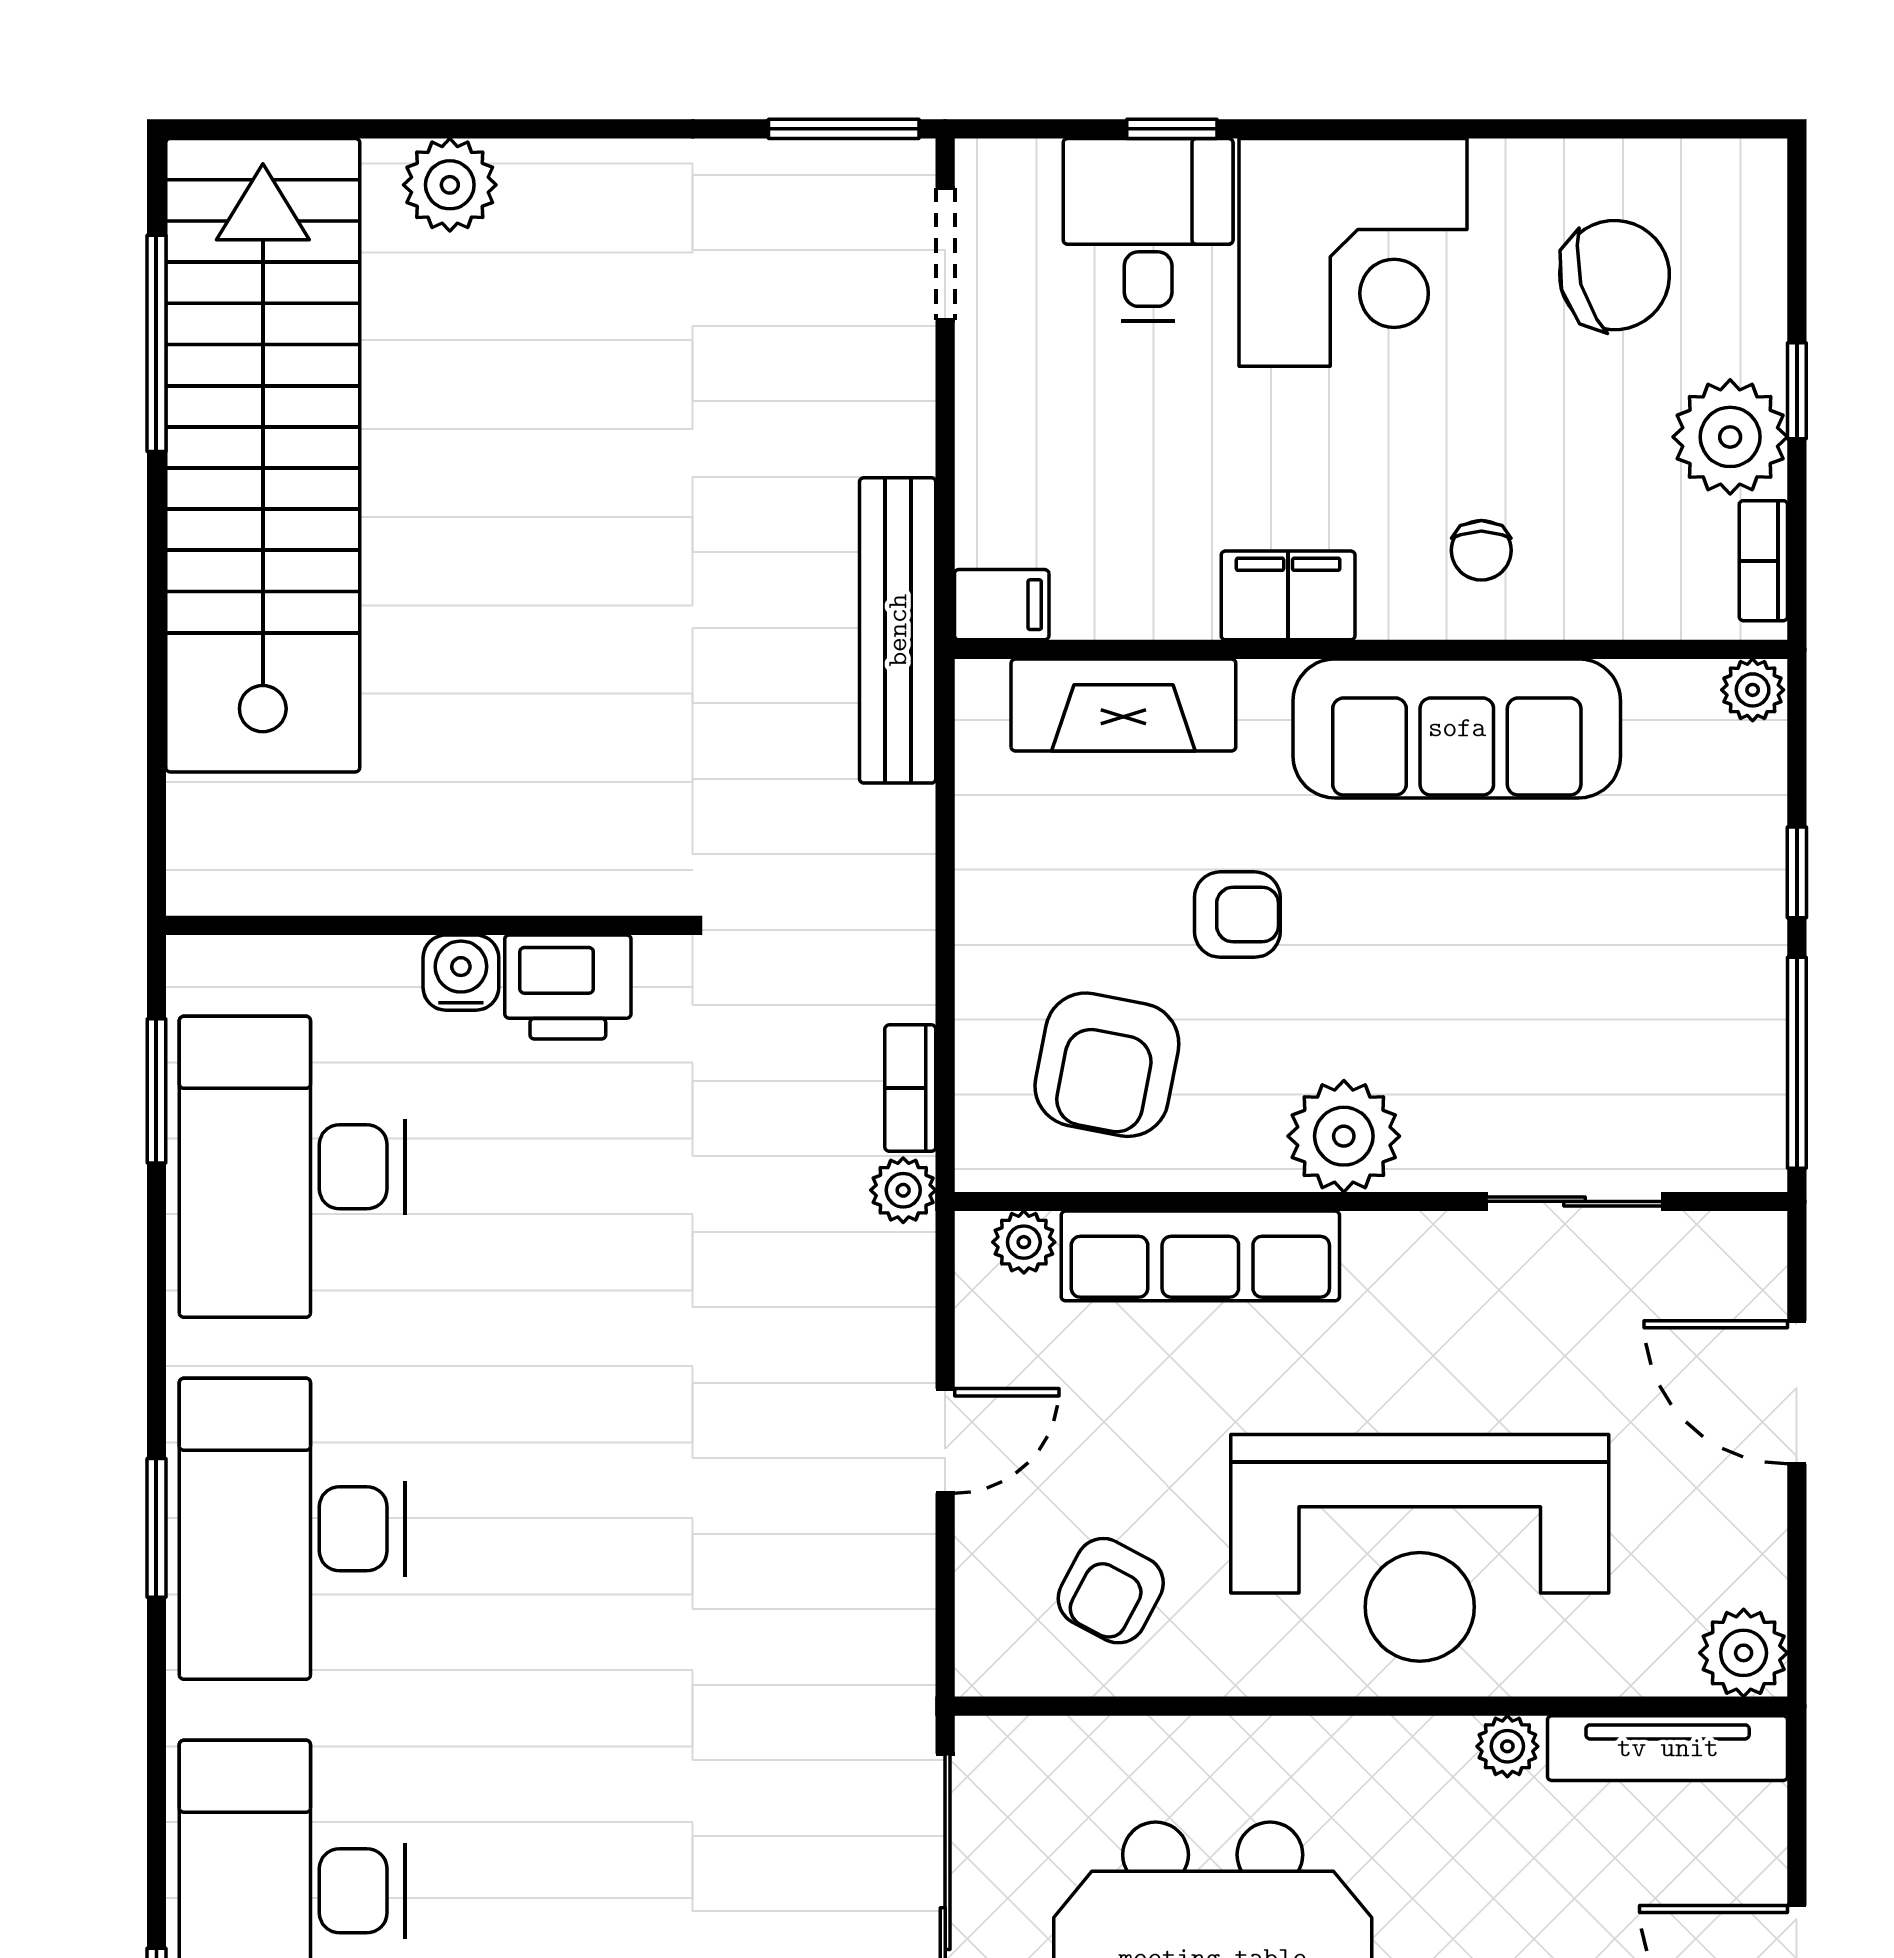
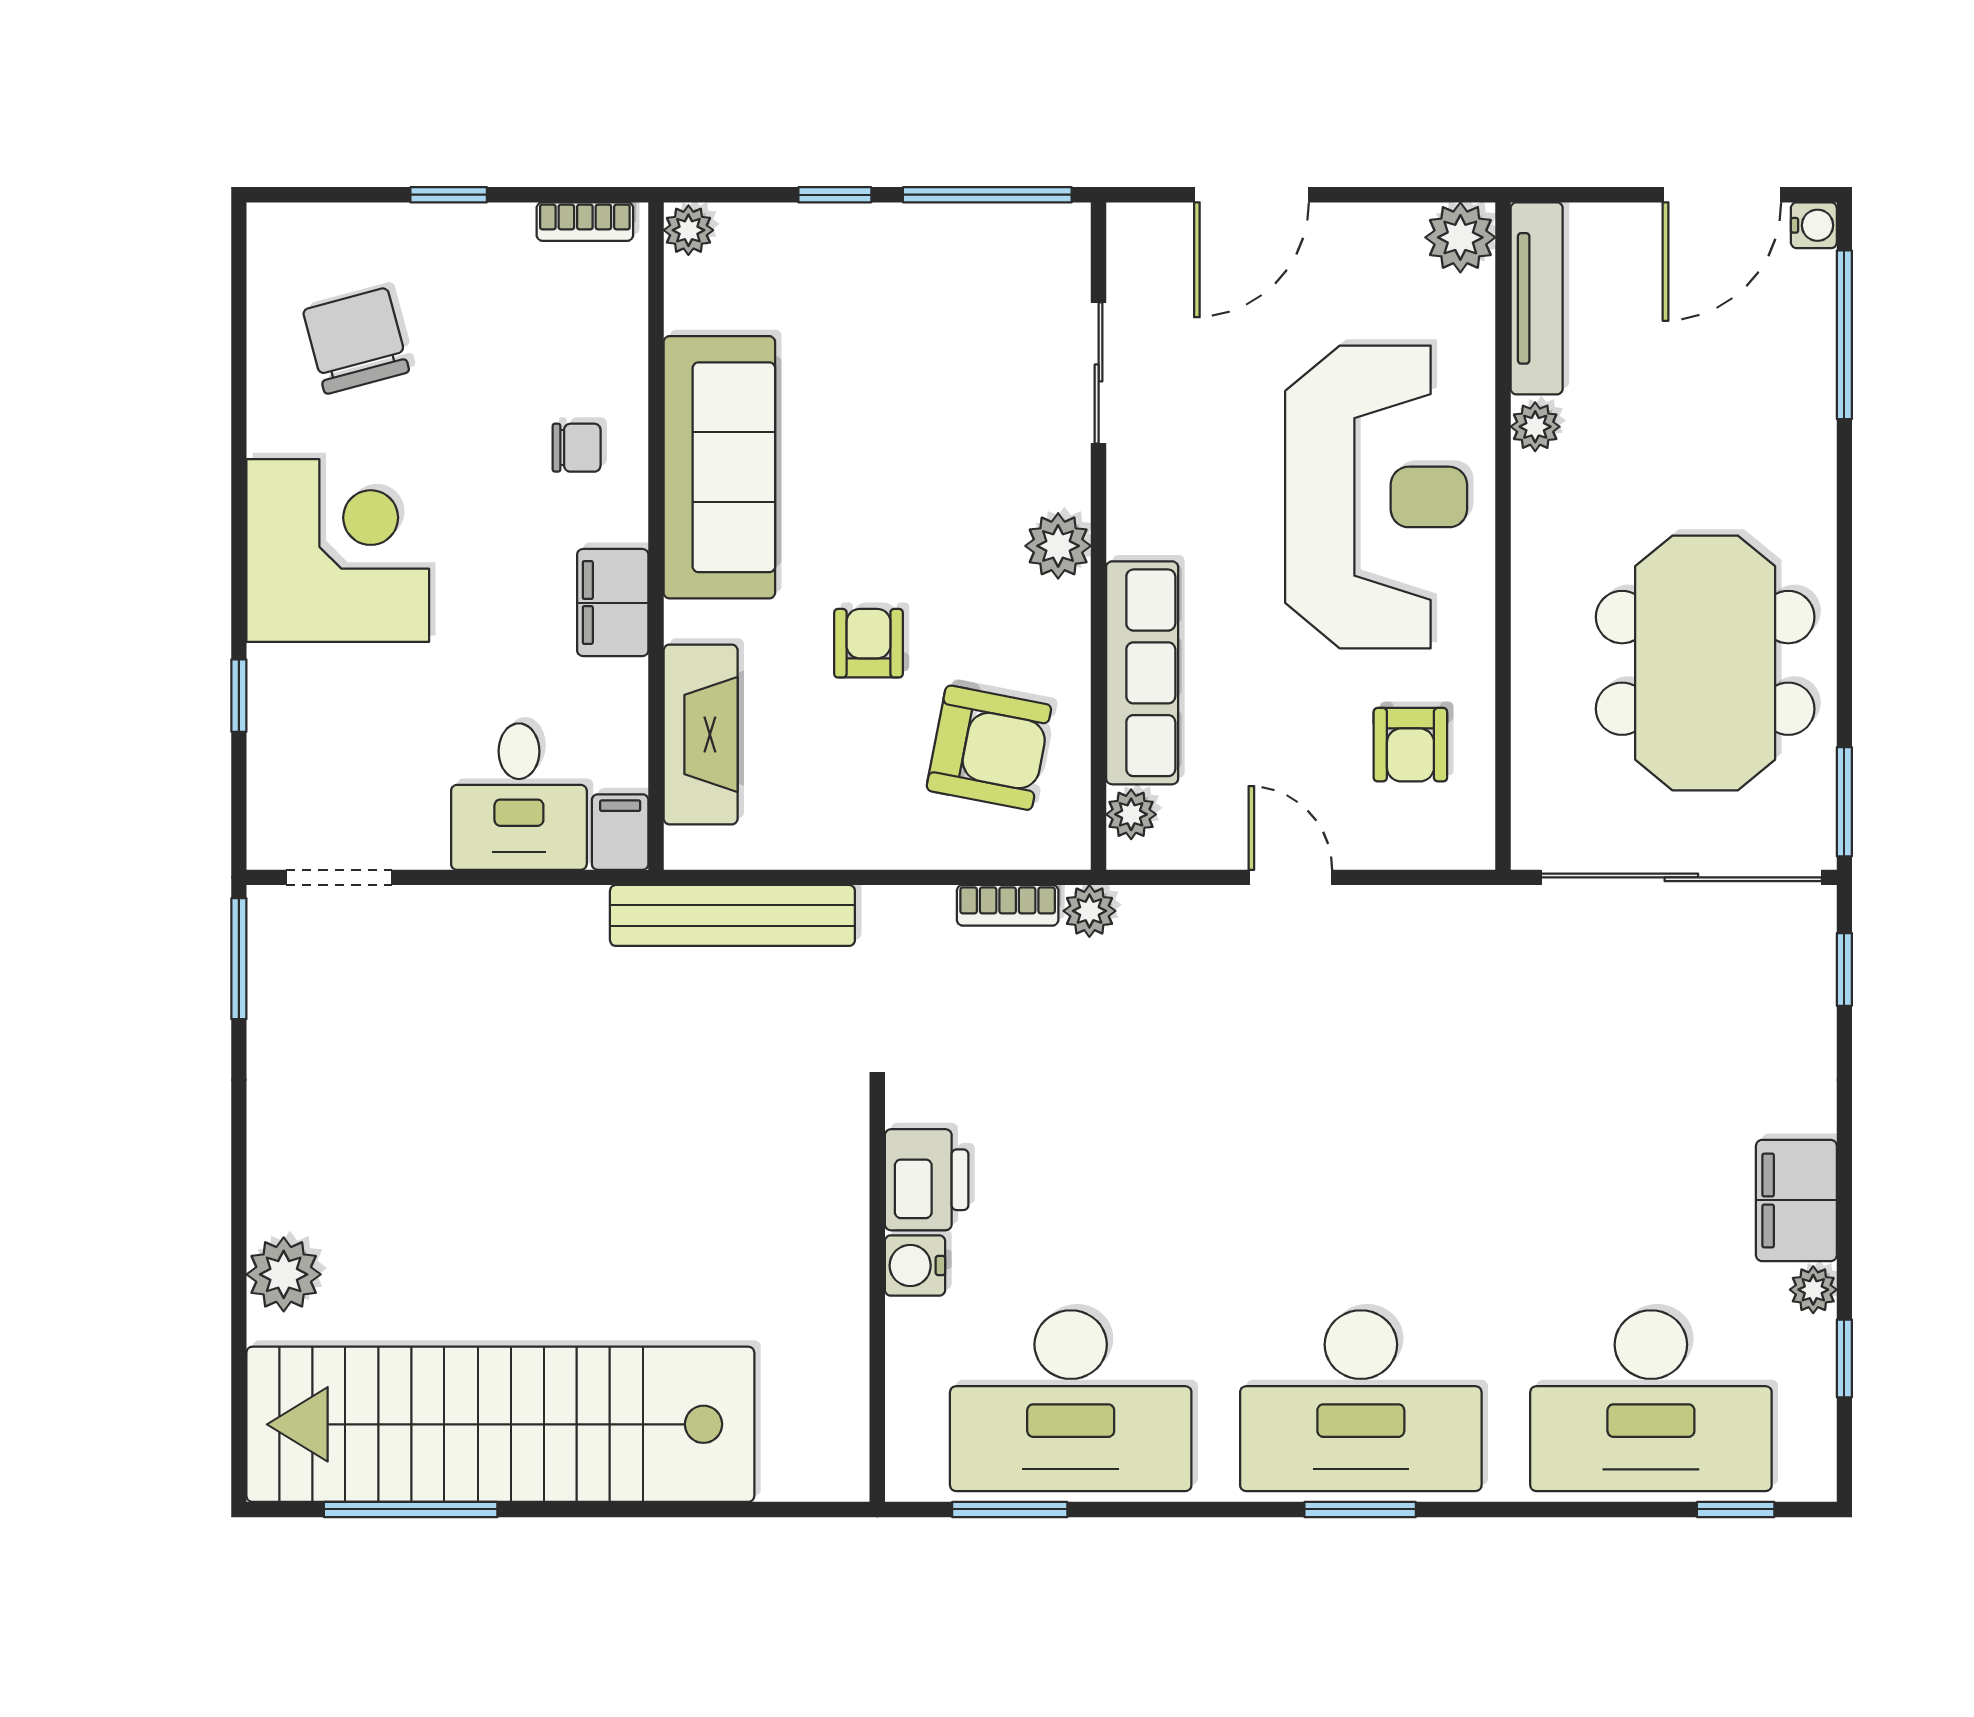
desk: (1148, 230) -> (519, 797), moved, turned -90
plant: (1730, 437) -> (486, 248), removed
bench: (898, 630) -> (732, 915), moved
plant: (1344, 1136) -> (1058, 546), width x0.73, depth x0.73
armchair: (1111, 1591) -> (1410, 745), turned 62

